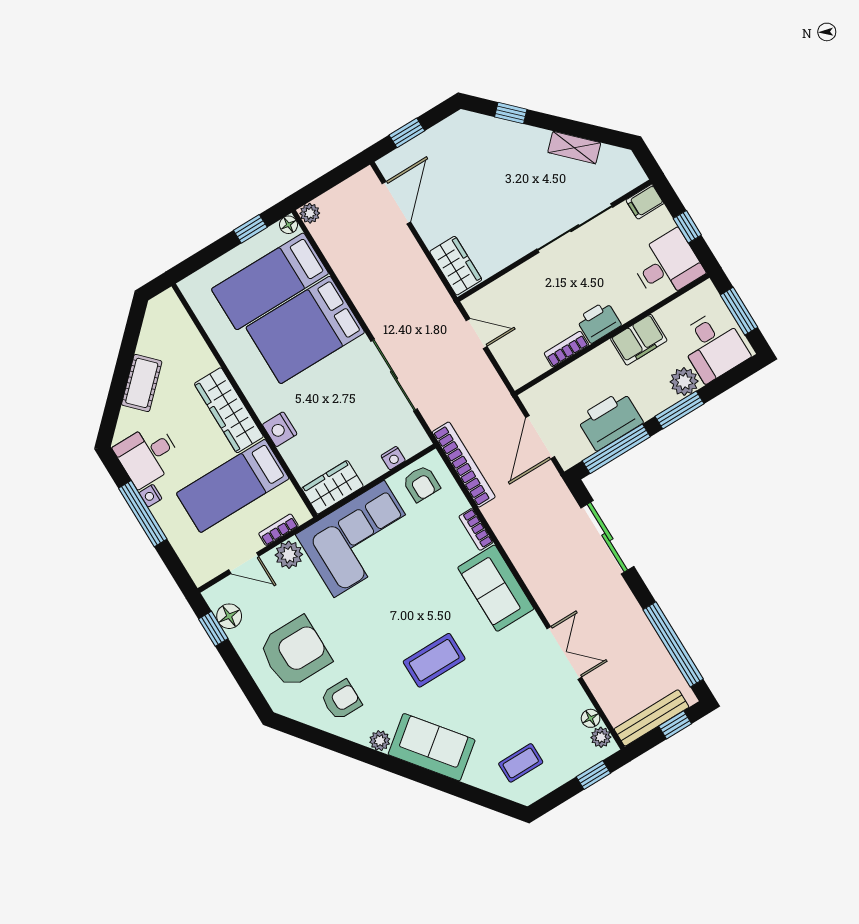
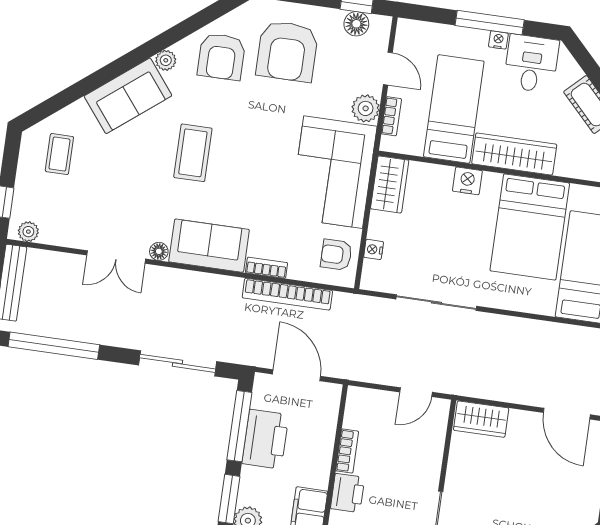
bed: (305, 330) -> (530, 227), moved, turned 180
bookcase: (464, 465) -> (287, 294), moved
door: (244, 563) -> (388, 69), swing flipped
armchair: (341, 700) -> (221, 57), width x1.38, depth x1.38
floor lamp: (591, 718) -> (159, 251), moved

